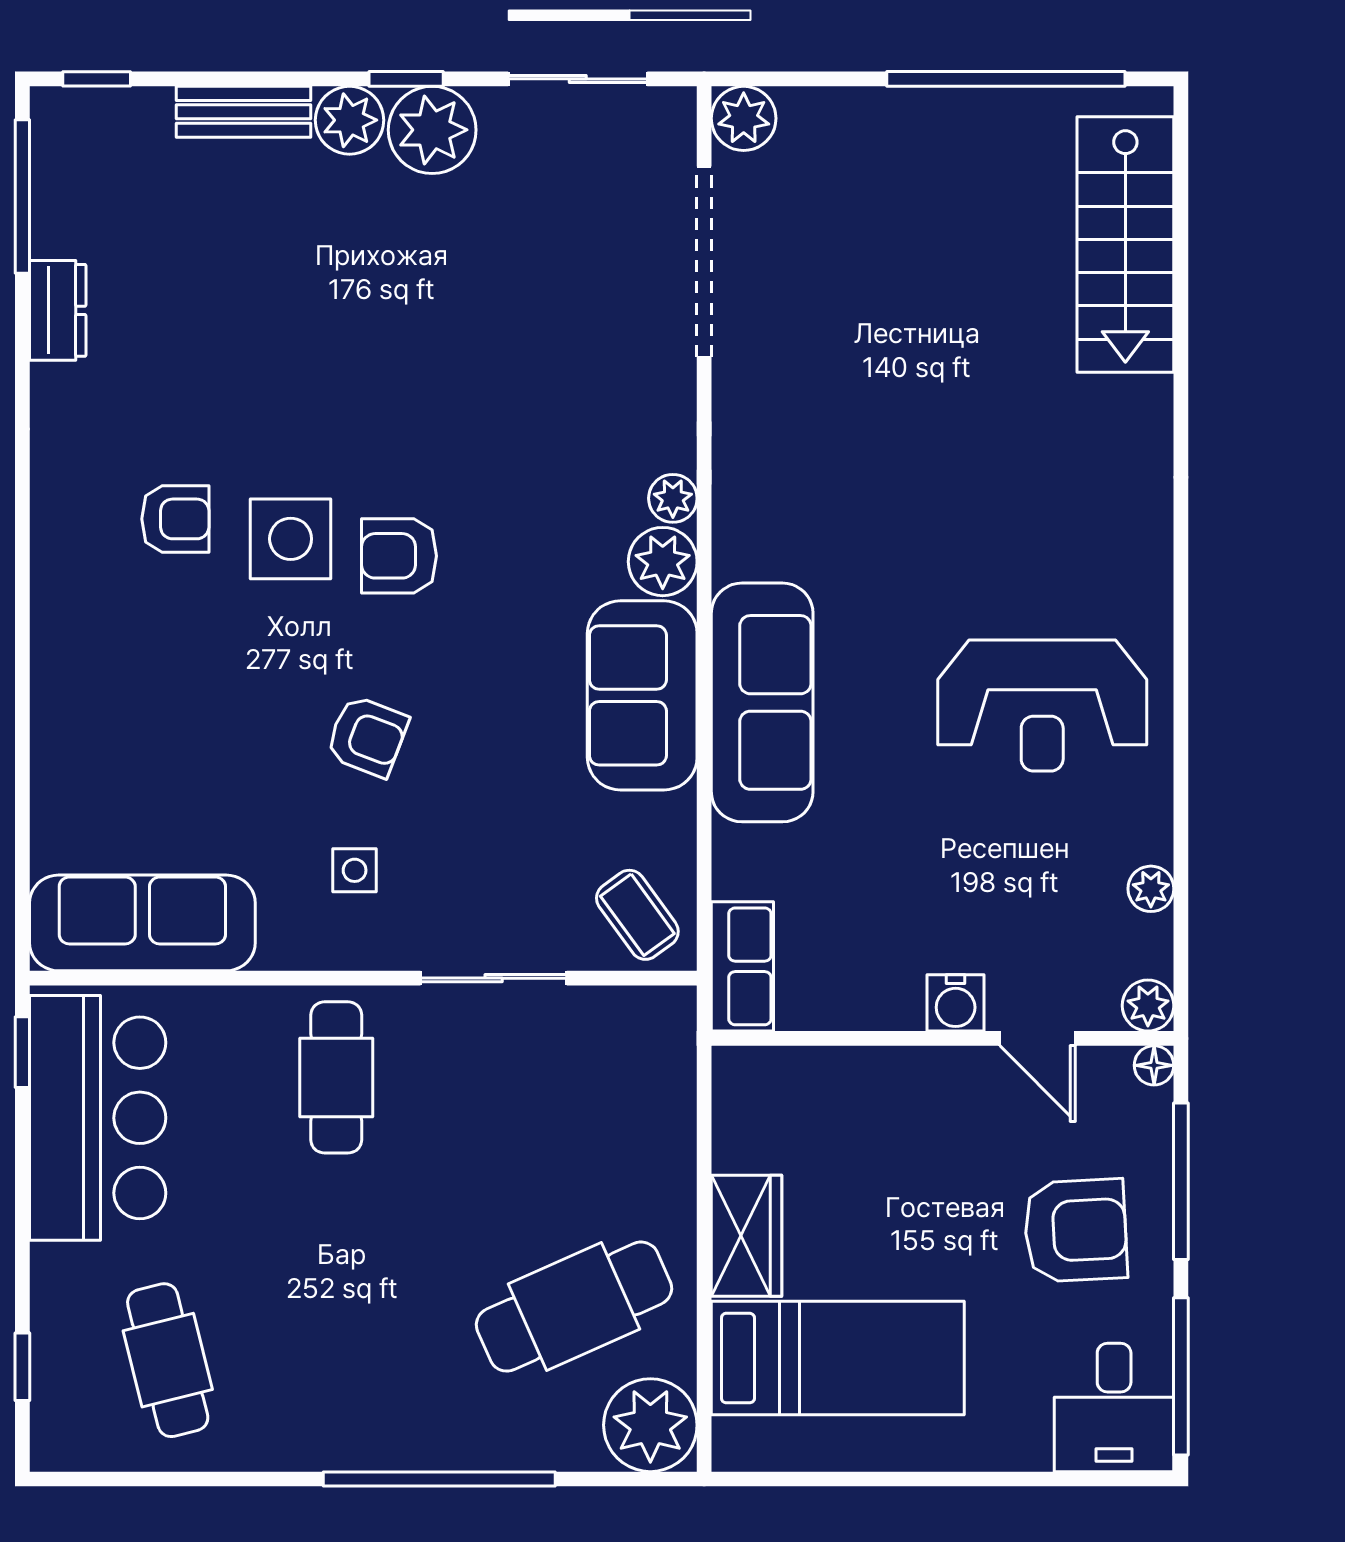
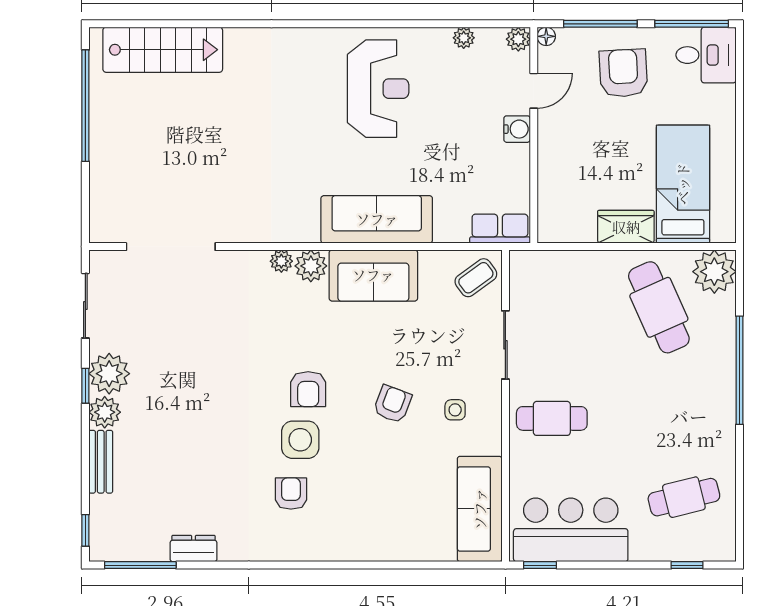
plant: (744, 118) -> (104, 228), removed

